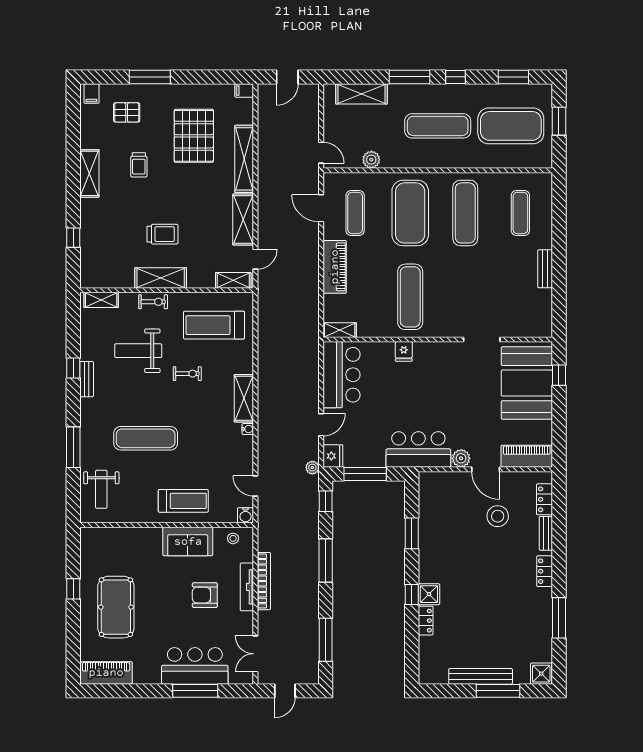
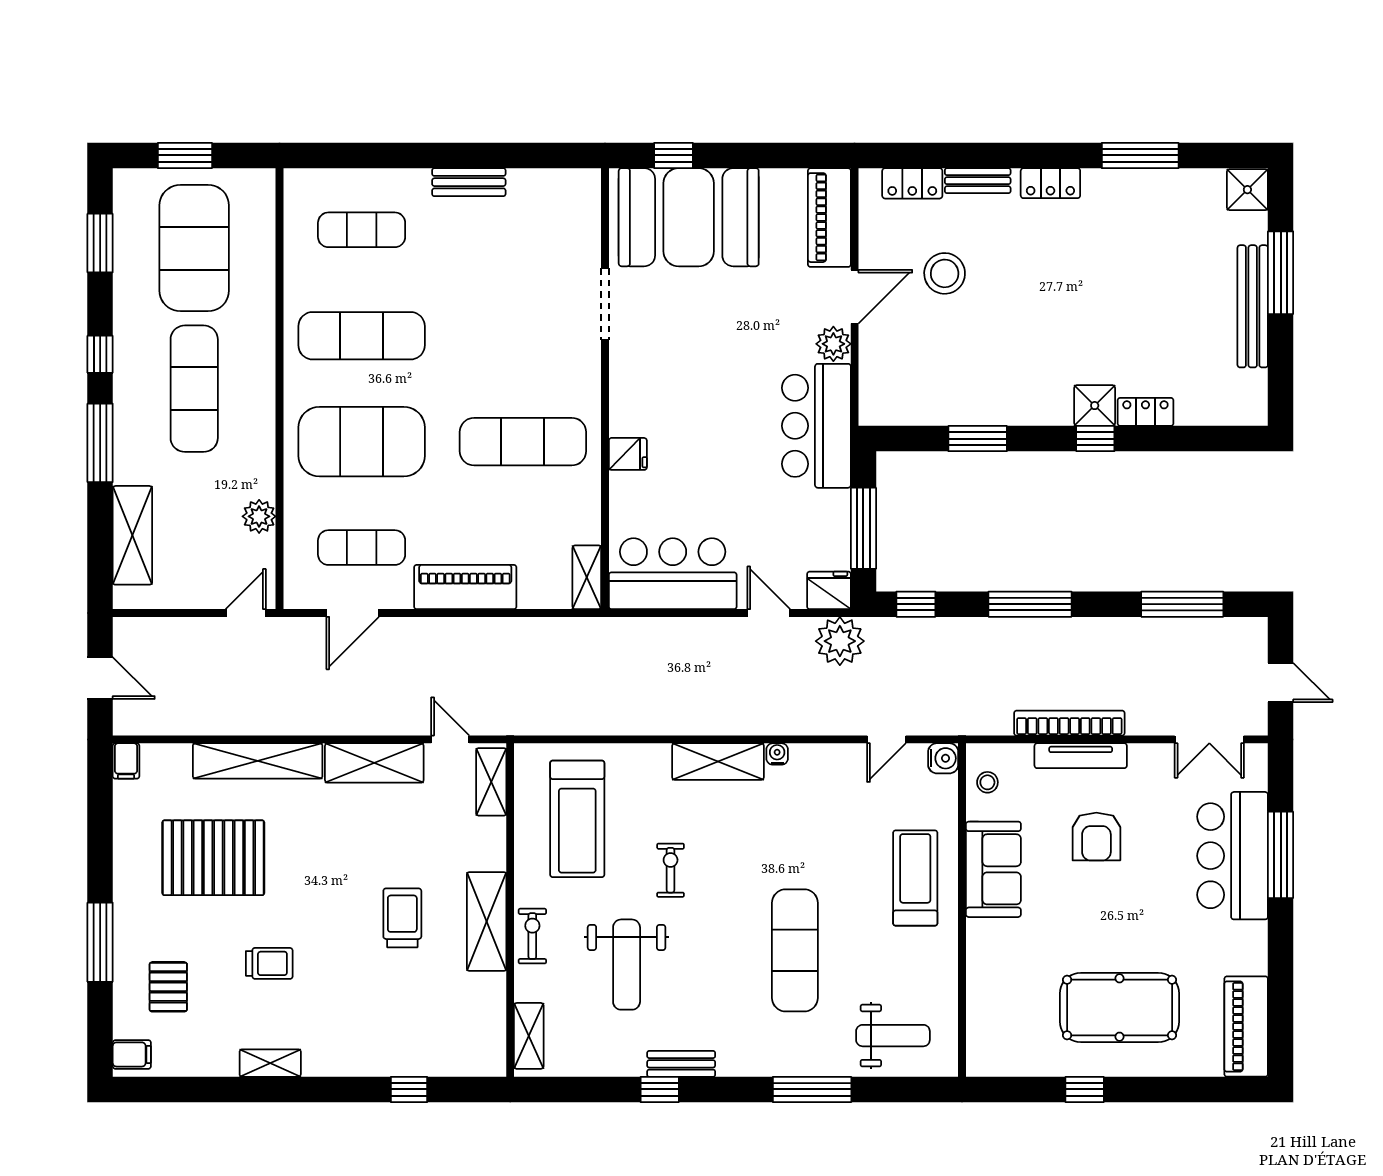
shelving: (89, 173) -> (270, 1063), width x0.67, depth x0.75
plant: (312, 468) -> (840, 641), width x1.88, depth x1.88

